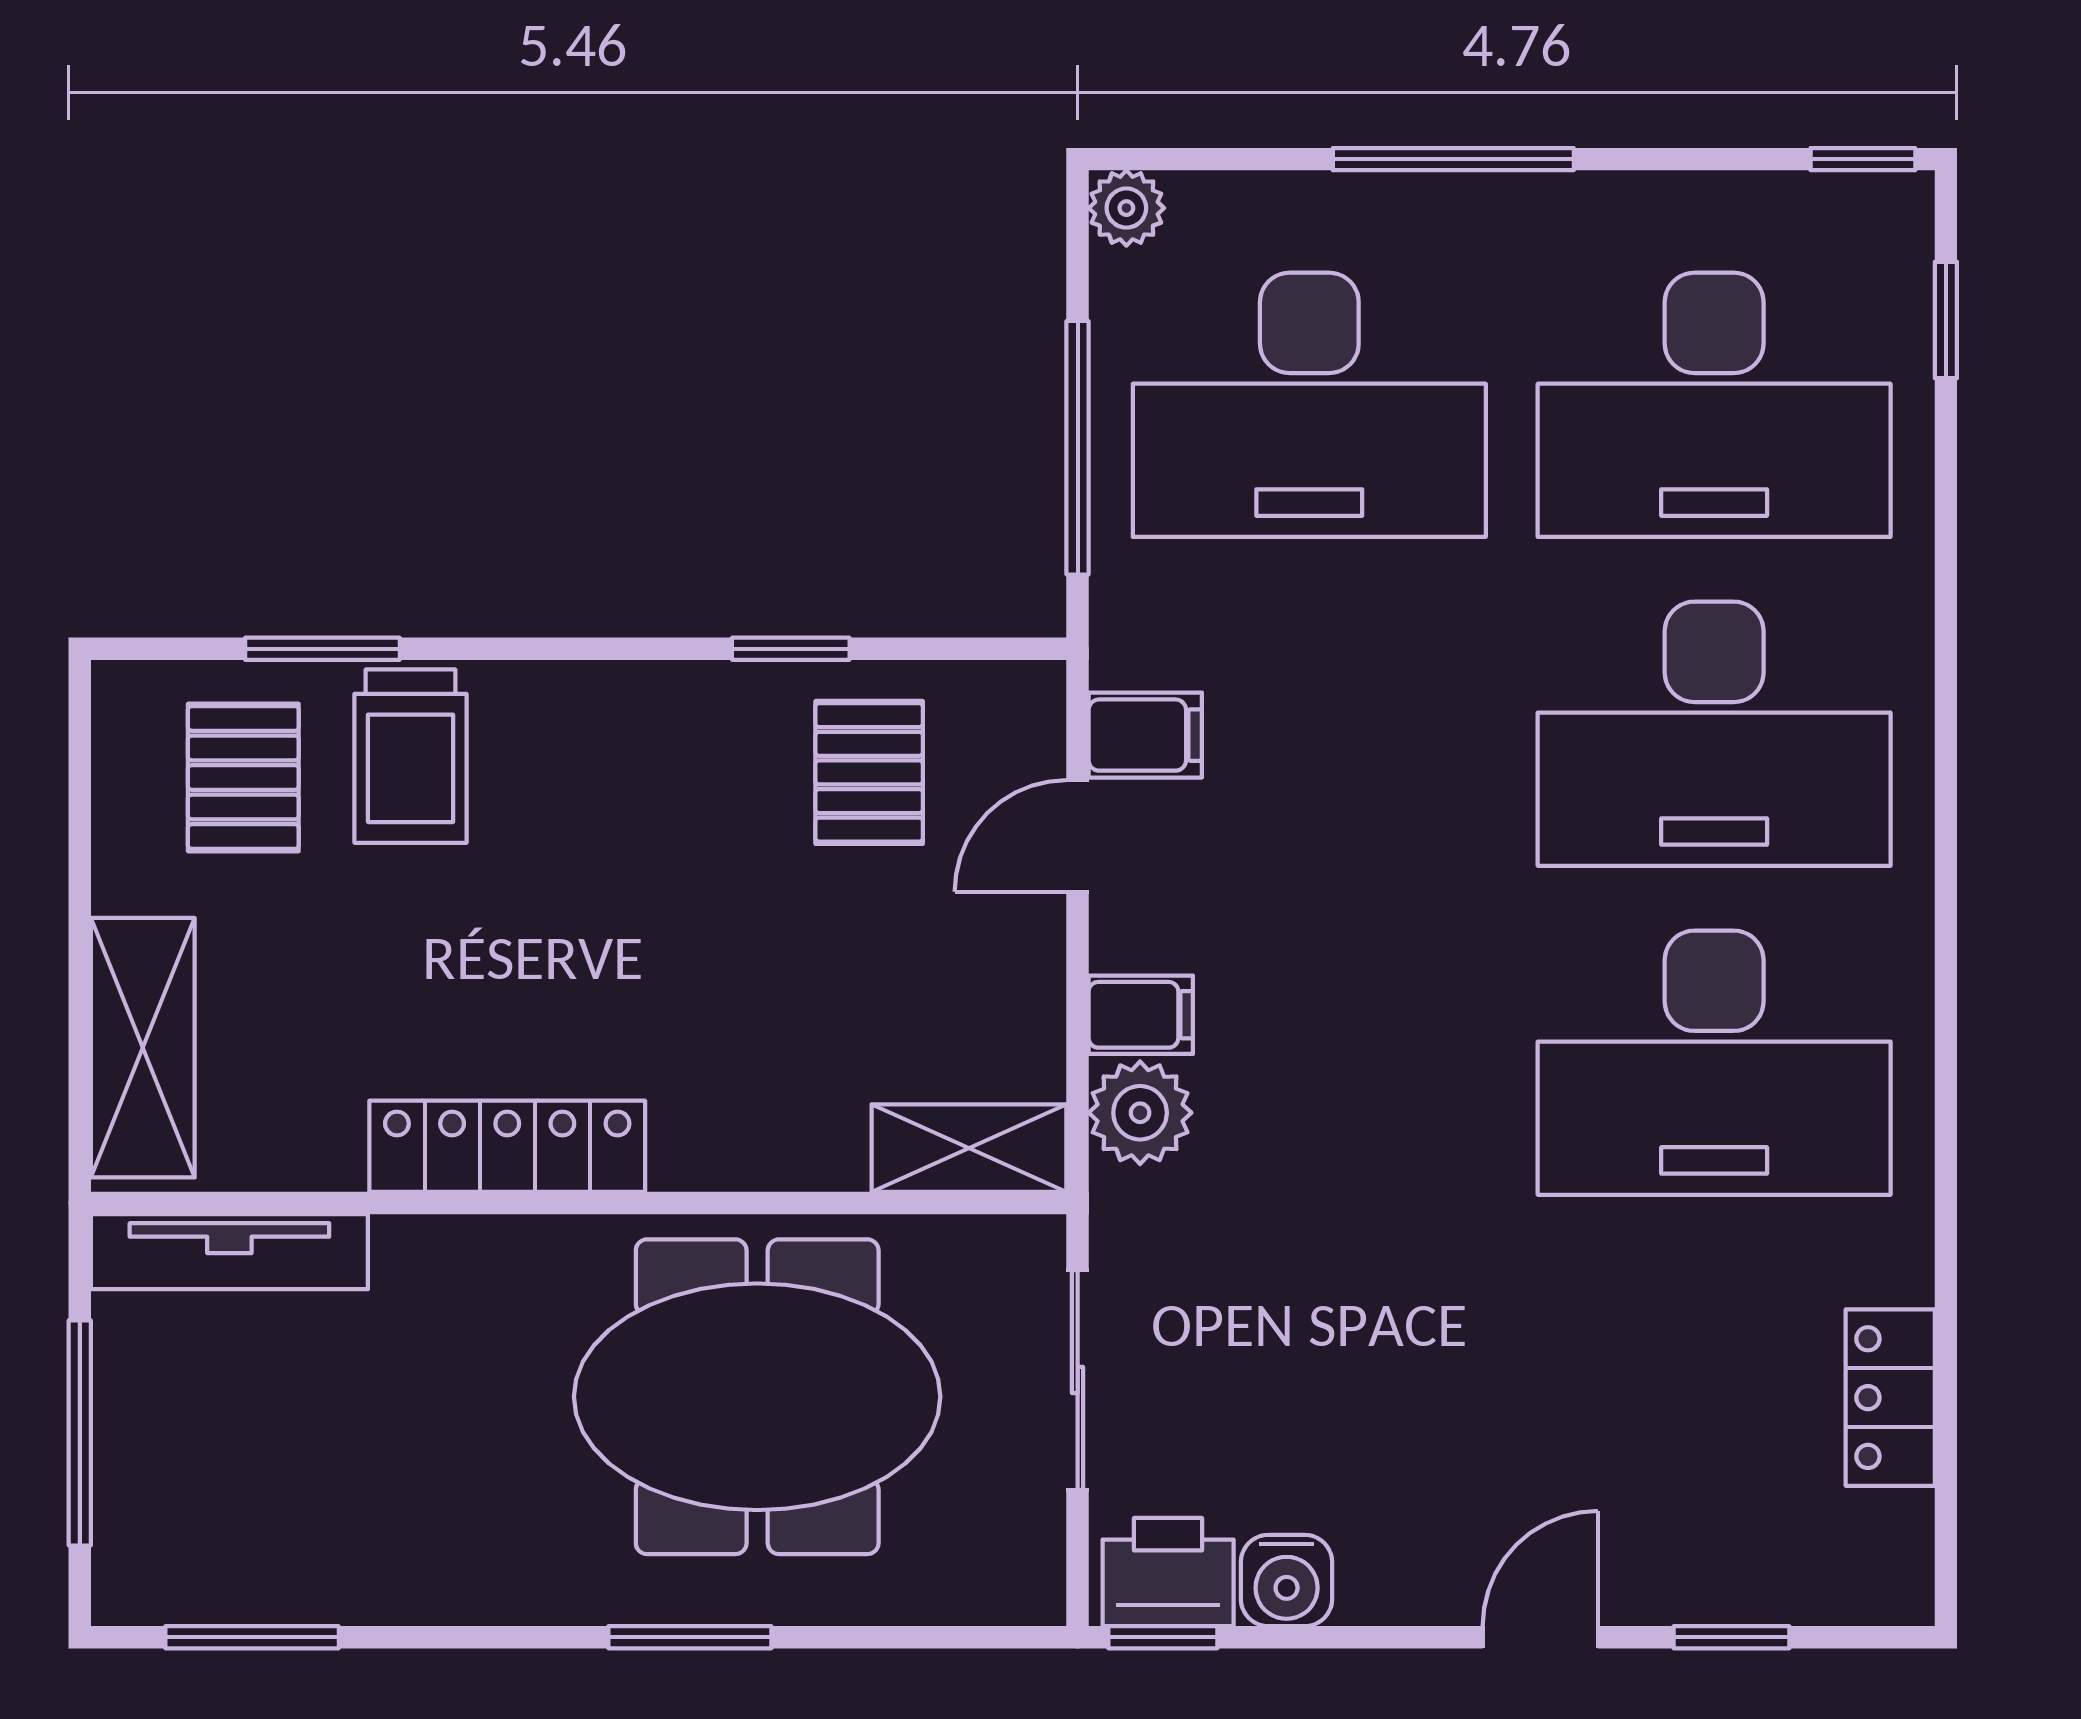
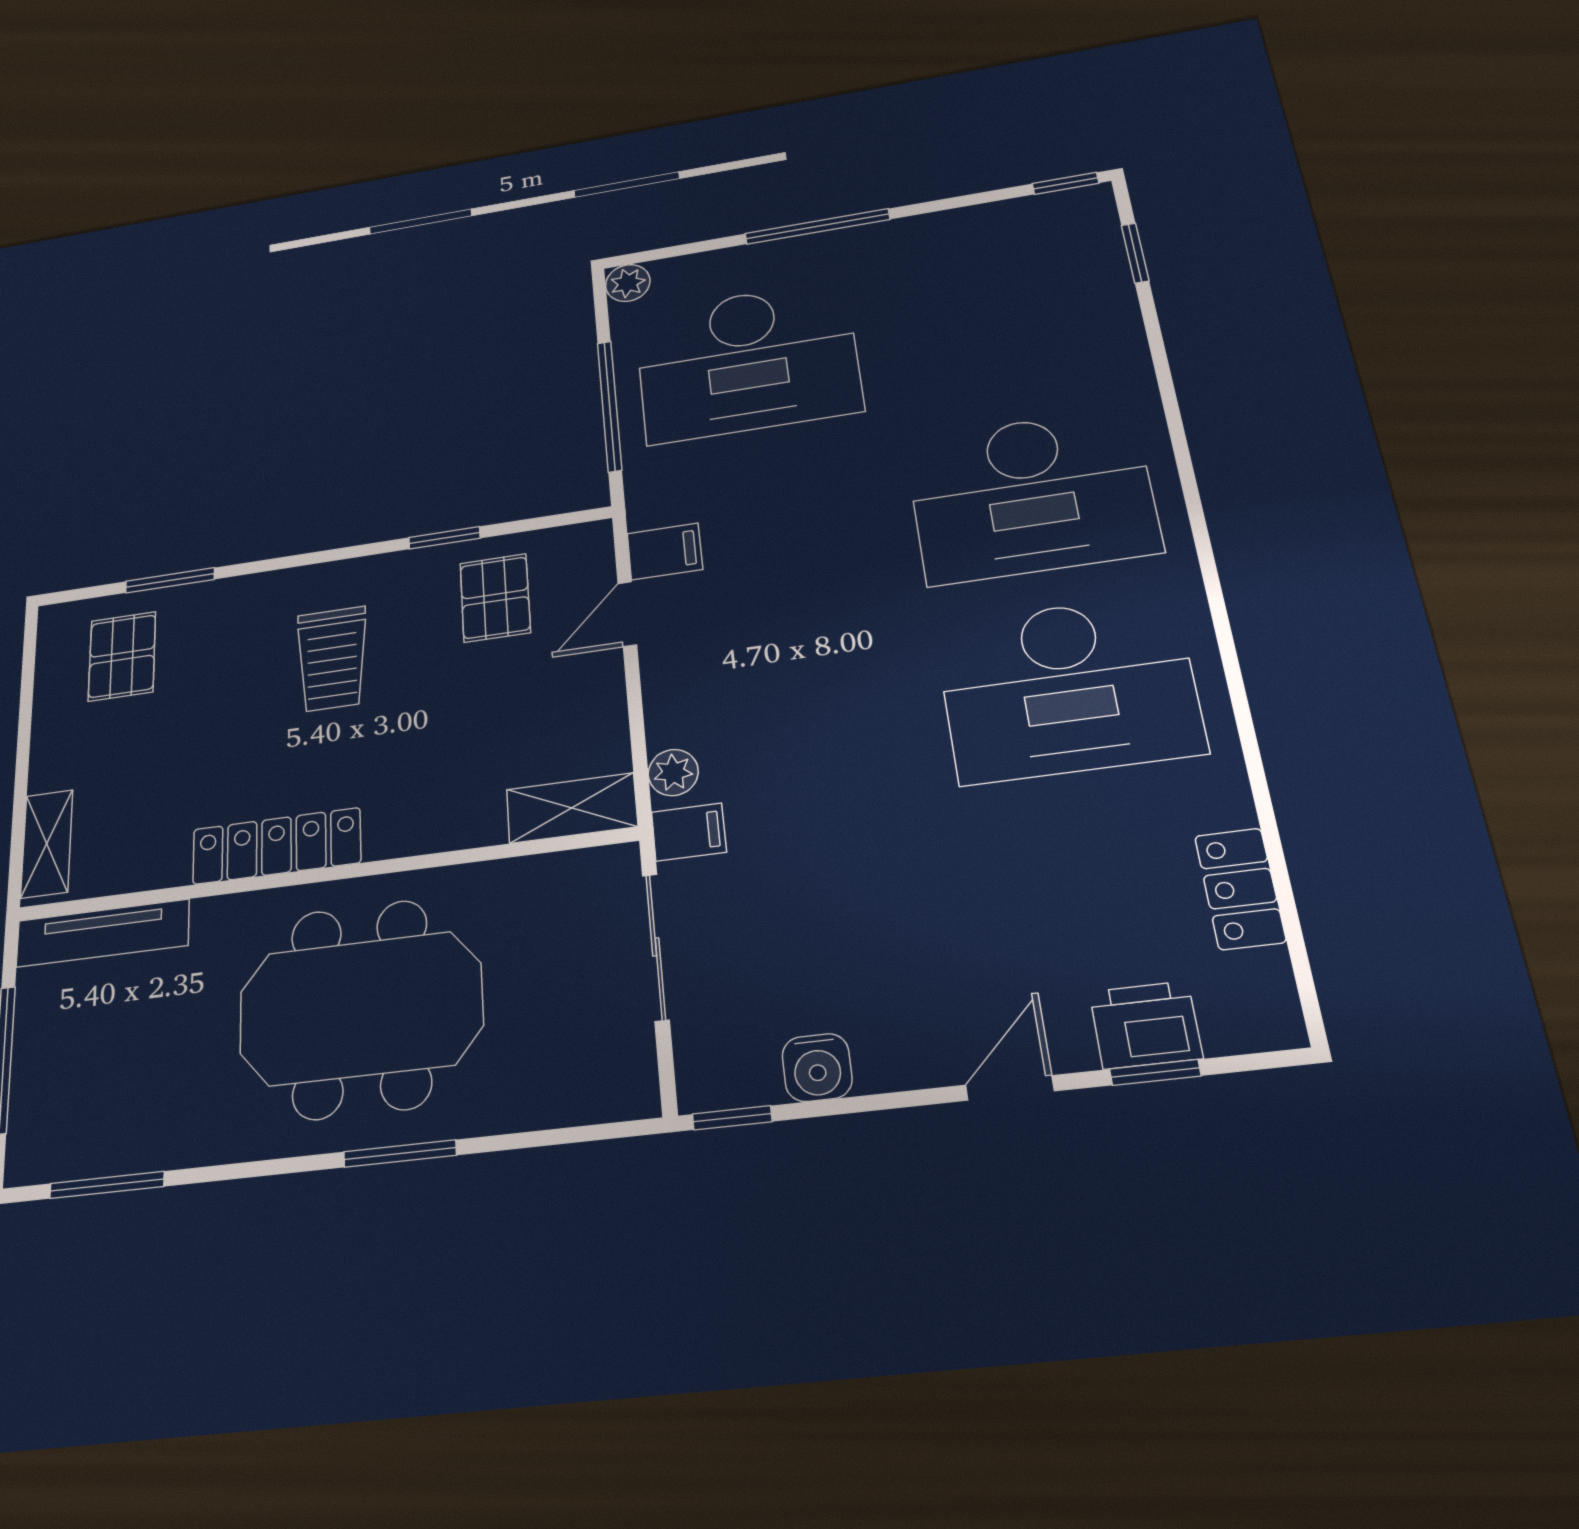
desk: (1714, 405) -> (997, 320), removed
trolley: (411, 756) -> (332, 659), moved
filing cabinet: (1141, 1015) -> (689, 832), moved
shelving: (143, 1048) -> (47, 844), width x0.67, depth x0.75
plant: (1140, 1113) -> (673, 773), width x0.73, depth x0.73
meeting table: (757, 1397) -> (360, 1008), moved
printer: (1168, 1572) -> (1146, 1025), moved

